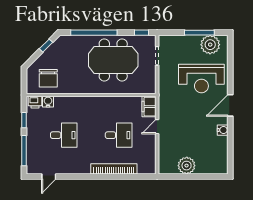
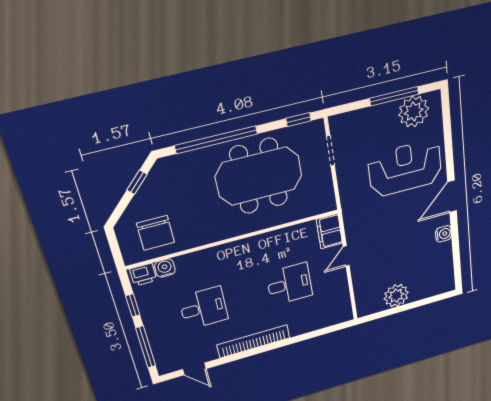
reception desk: (201, 79) -> (405, 168), turned 180
bookcase: (114, 169) -> (254, 341), moved
door: (49, 177) -> (194, 369), hinge flipped

